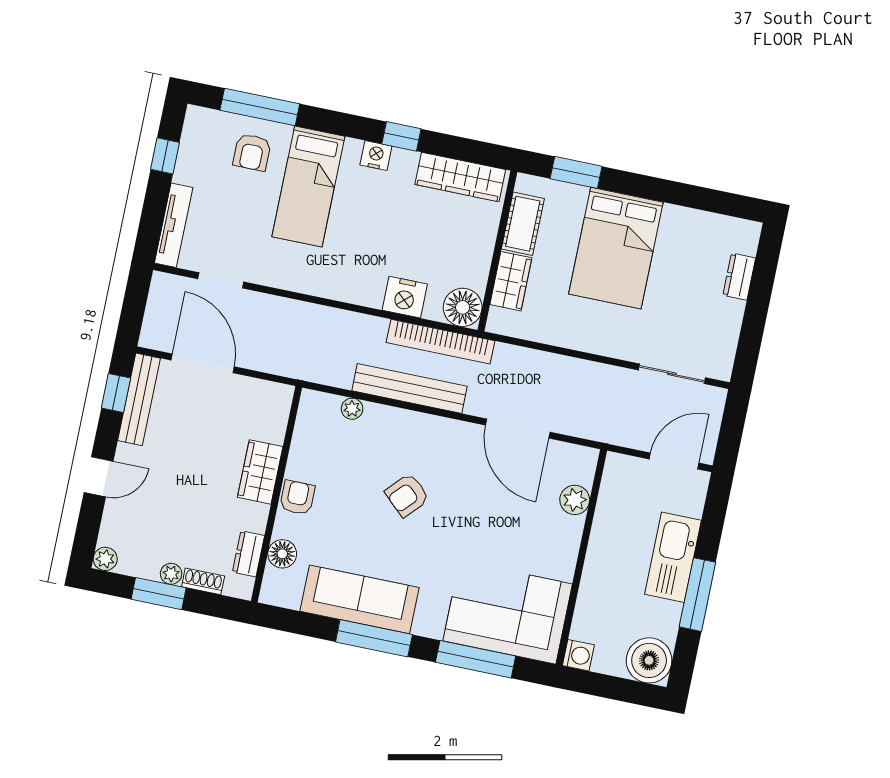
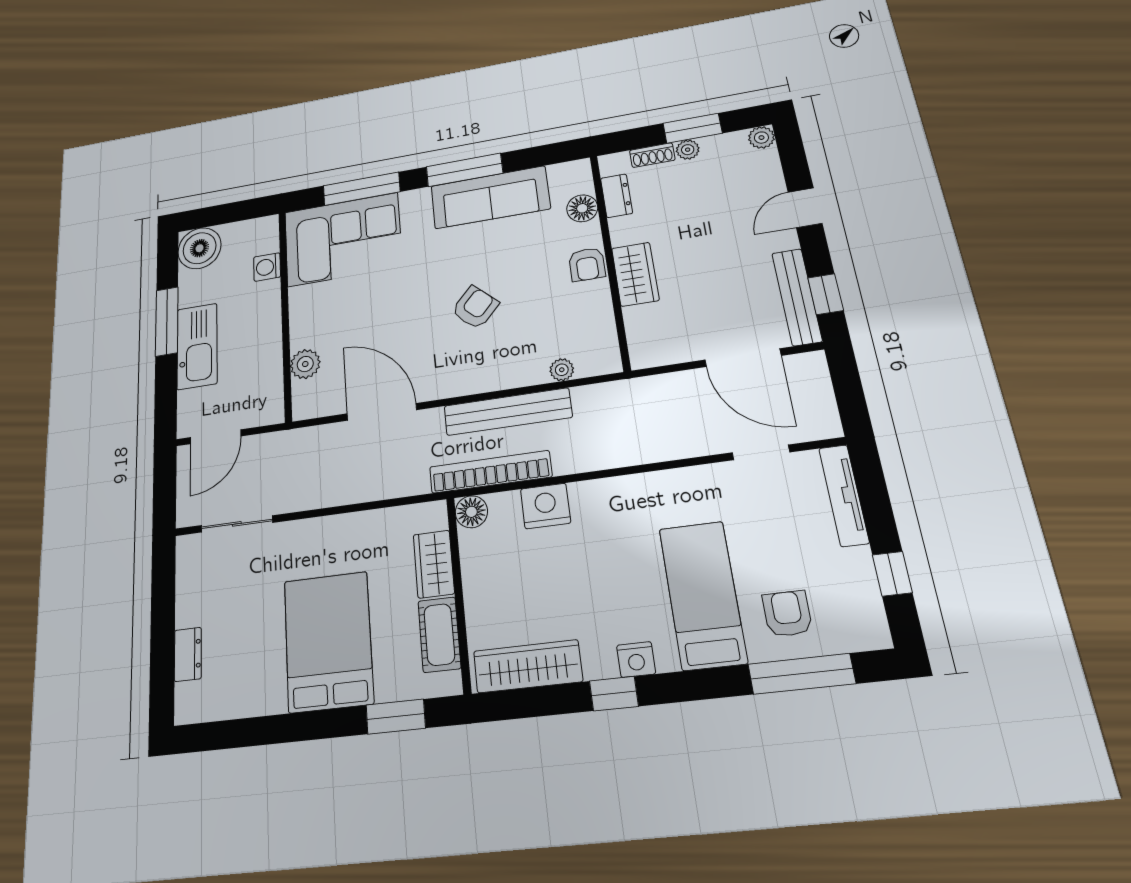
floor lamp: (463, 307) -> (471, 512), width x0.73, depth x0.73
washing machine: (578, 655) -> (267, 267), moved

